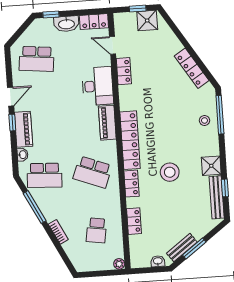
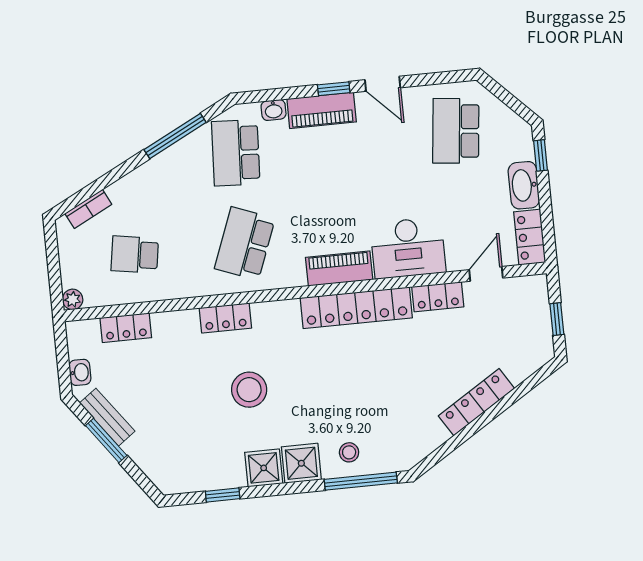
shower: (147, 21) -> (301, 463), moved
locker: (192, 68) -> (476, 402), moved
locker: (130, 140) -> (356, 308), moved
bench: (217, 197) -> (204, 480), removed
locker: (134, 221) -> (126, 328), moved
bookcase: (58, 232) -> (88, 209), moved

